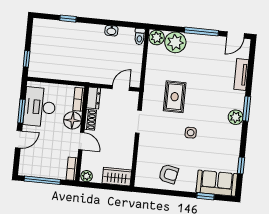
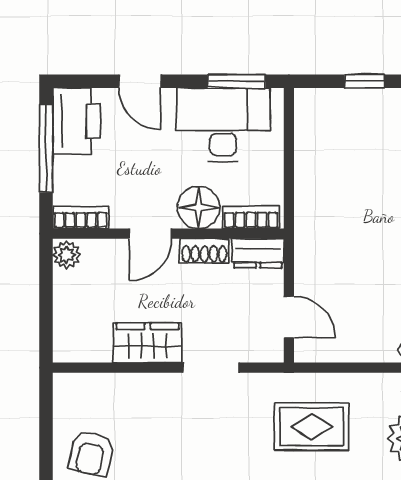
window: (27, 59) -> (365, 81), moved
rug: (175, 97) -> (311, 427), moved
window: (21, 111) -> (237, 81), moved
printer: (32, 167) -> (77, 121), added
wardrobe: (117, 177) -> (148, 343), moved, turned -90

